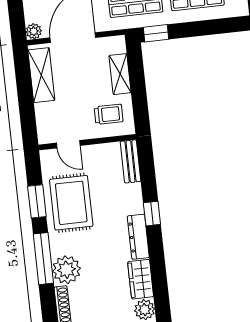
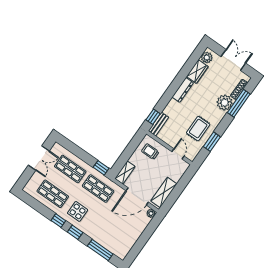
shelving: (120, 74) -> (125, 173), moved
rug: (71, 203) -> (198, 129), width x0.73, depth x0.70
window: (152, 214) -> (153, 117), moved
window: (43, 259) -> (239, 103), moved

